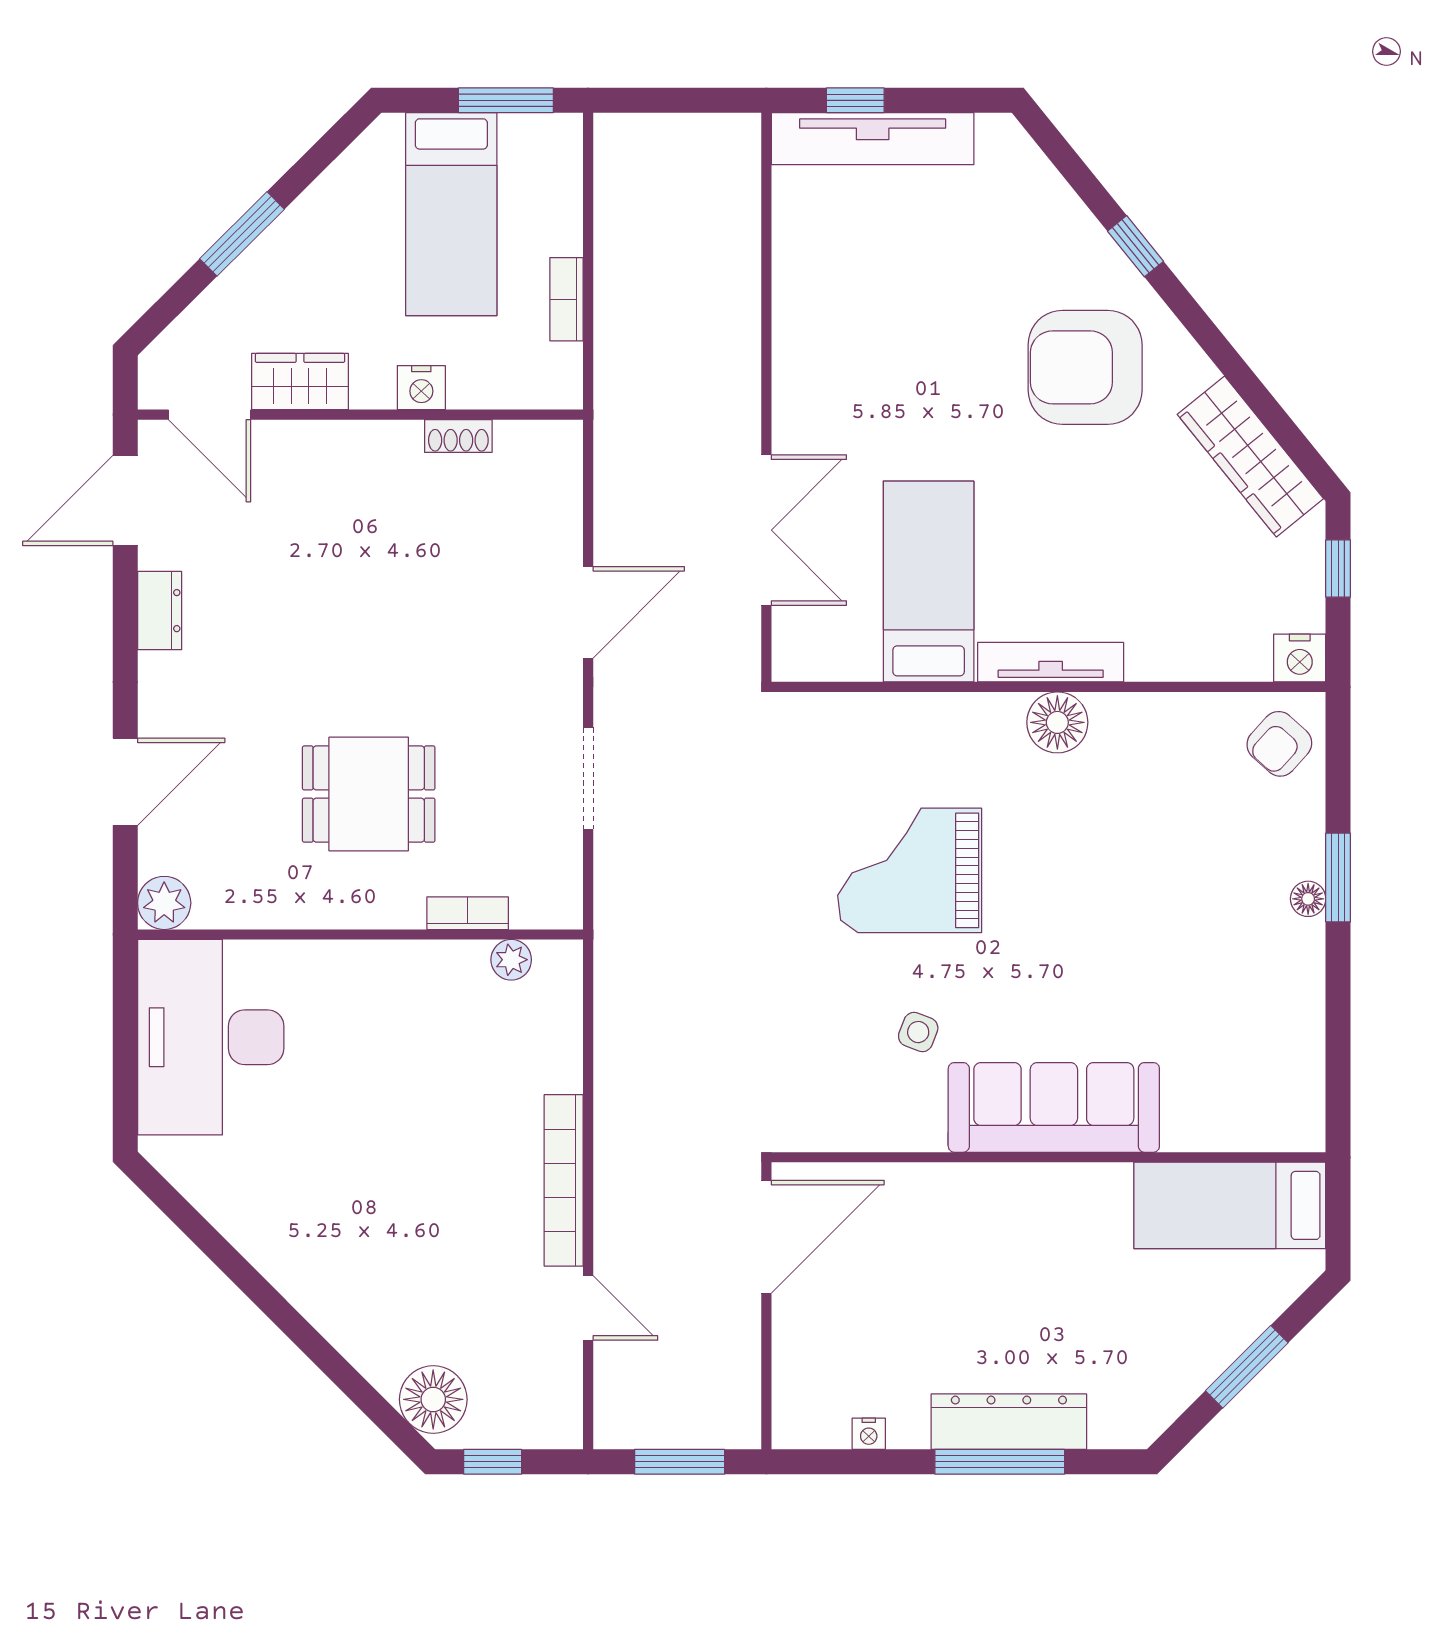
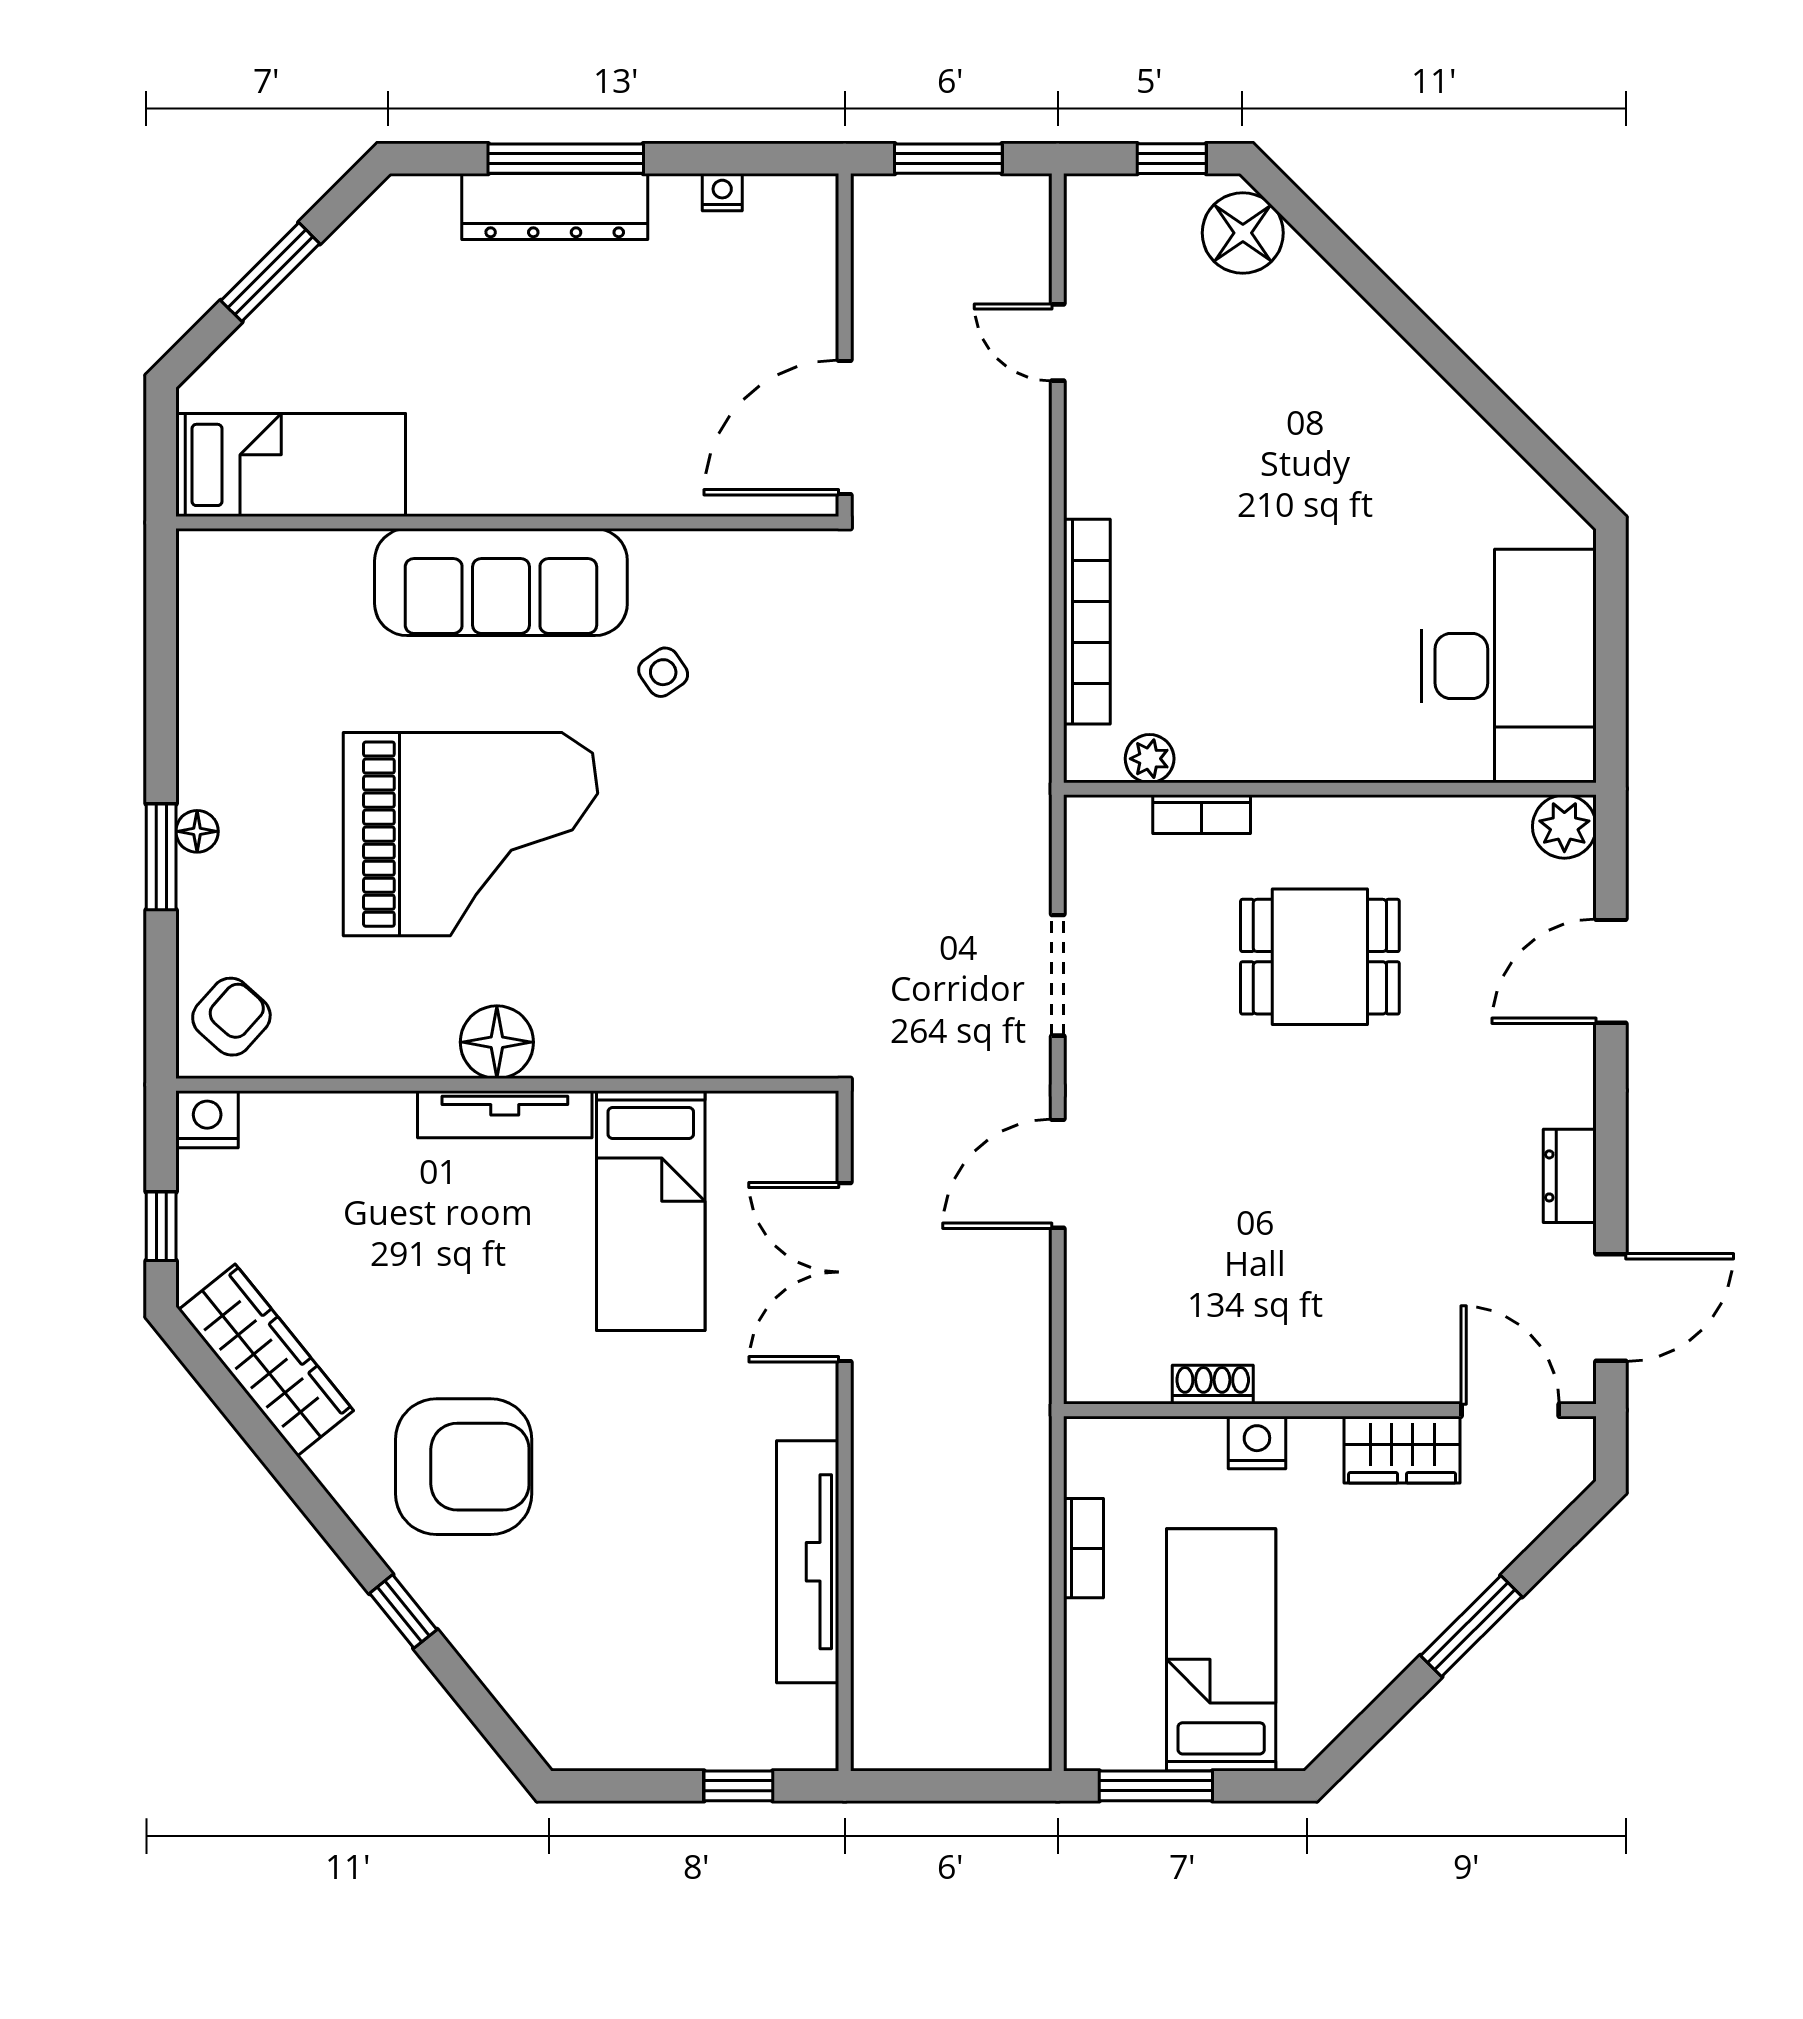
tv unit: (873, 139) -> (808, 1562), moved, turned -90
grand piano: (910, 870) -> (470, 834), moved, width x1.37, depth x1.48
side table: (918, 1032) -> (663, 672), turned 34
bookcase: (564, 1180) -> (1087, 622), moved

